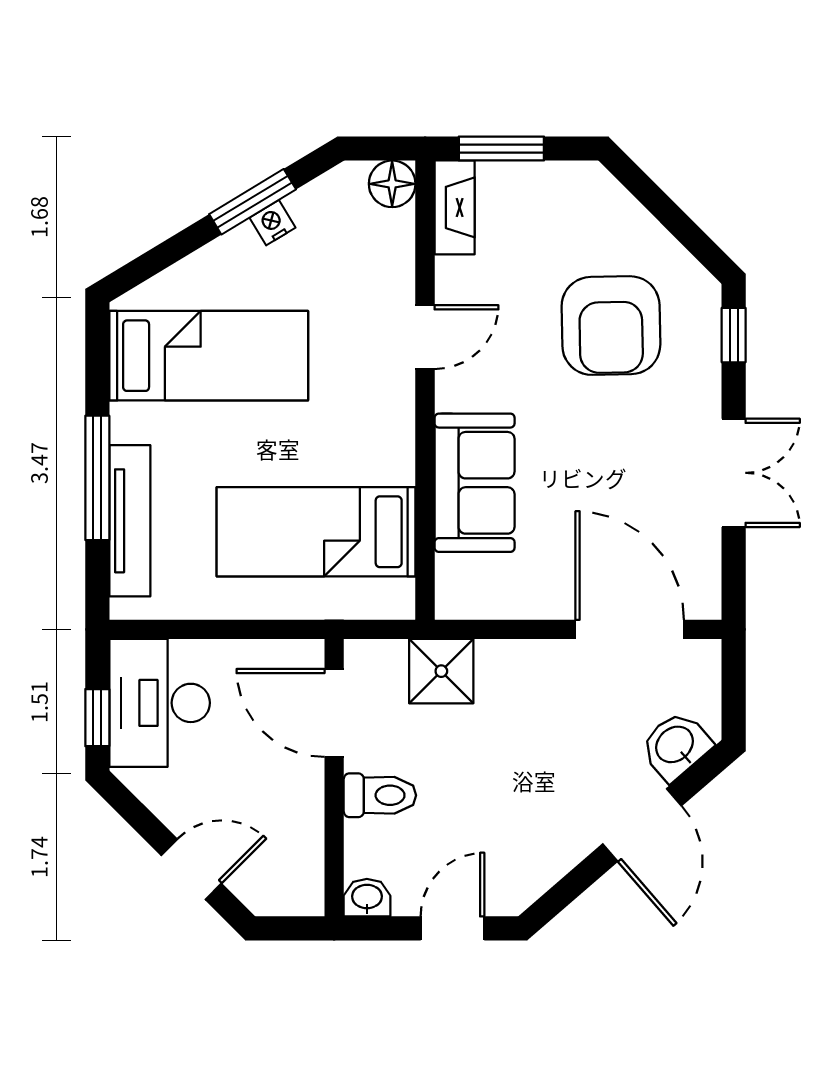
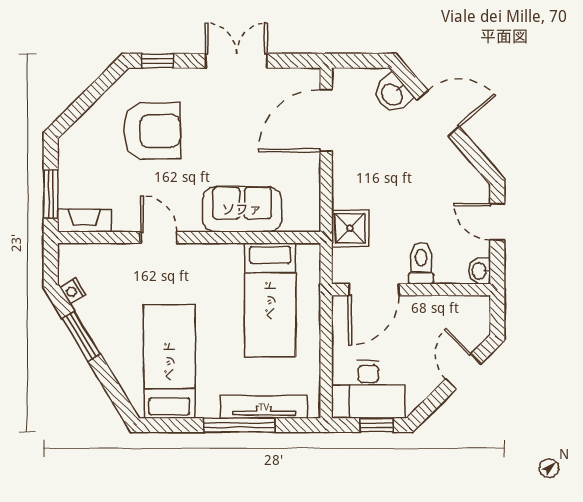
floor lamp: (392, 184) -> (71, 256), removed
nightstand: (272, 223) -> (73, 291), moved

